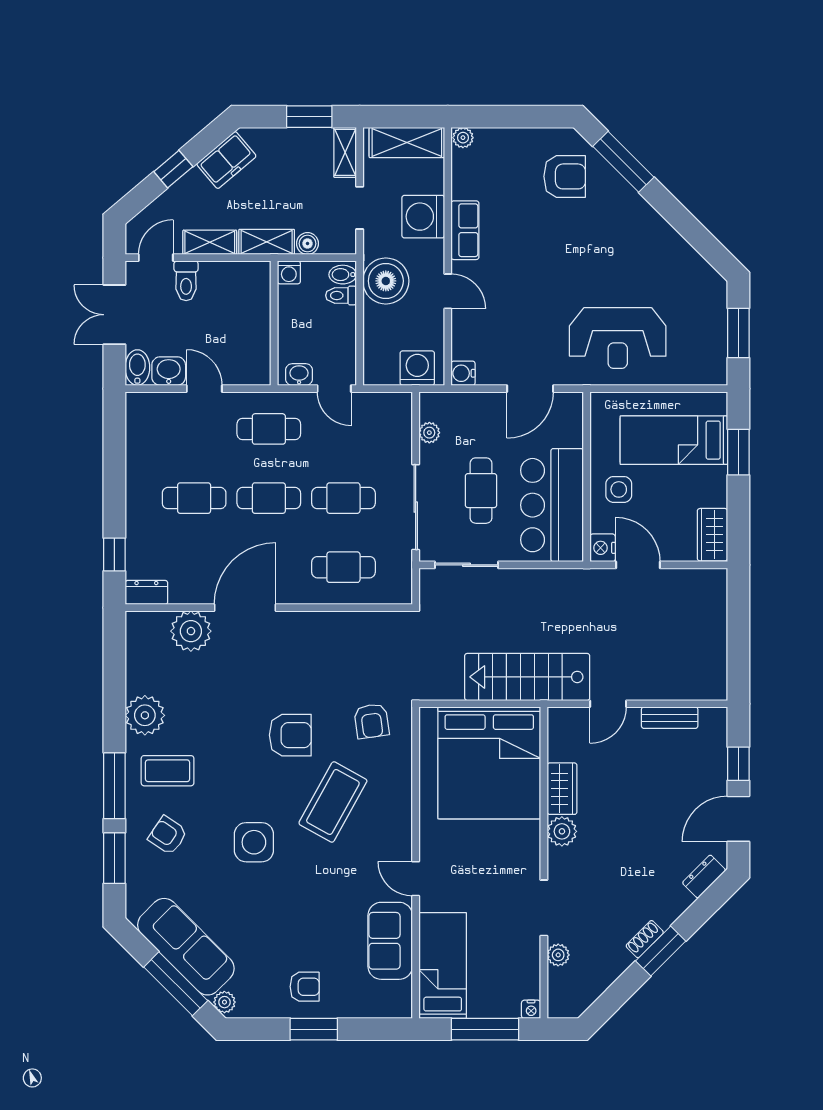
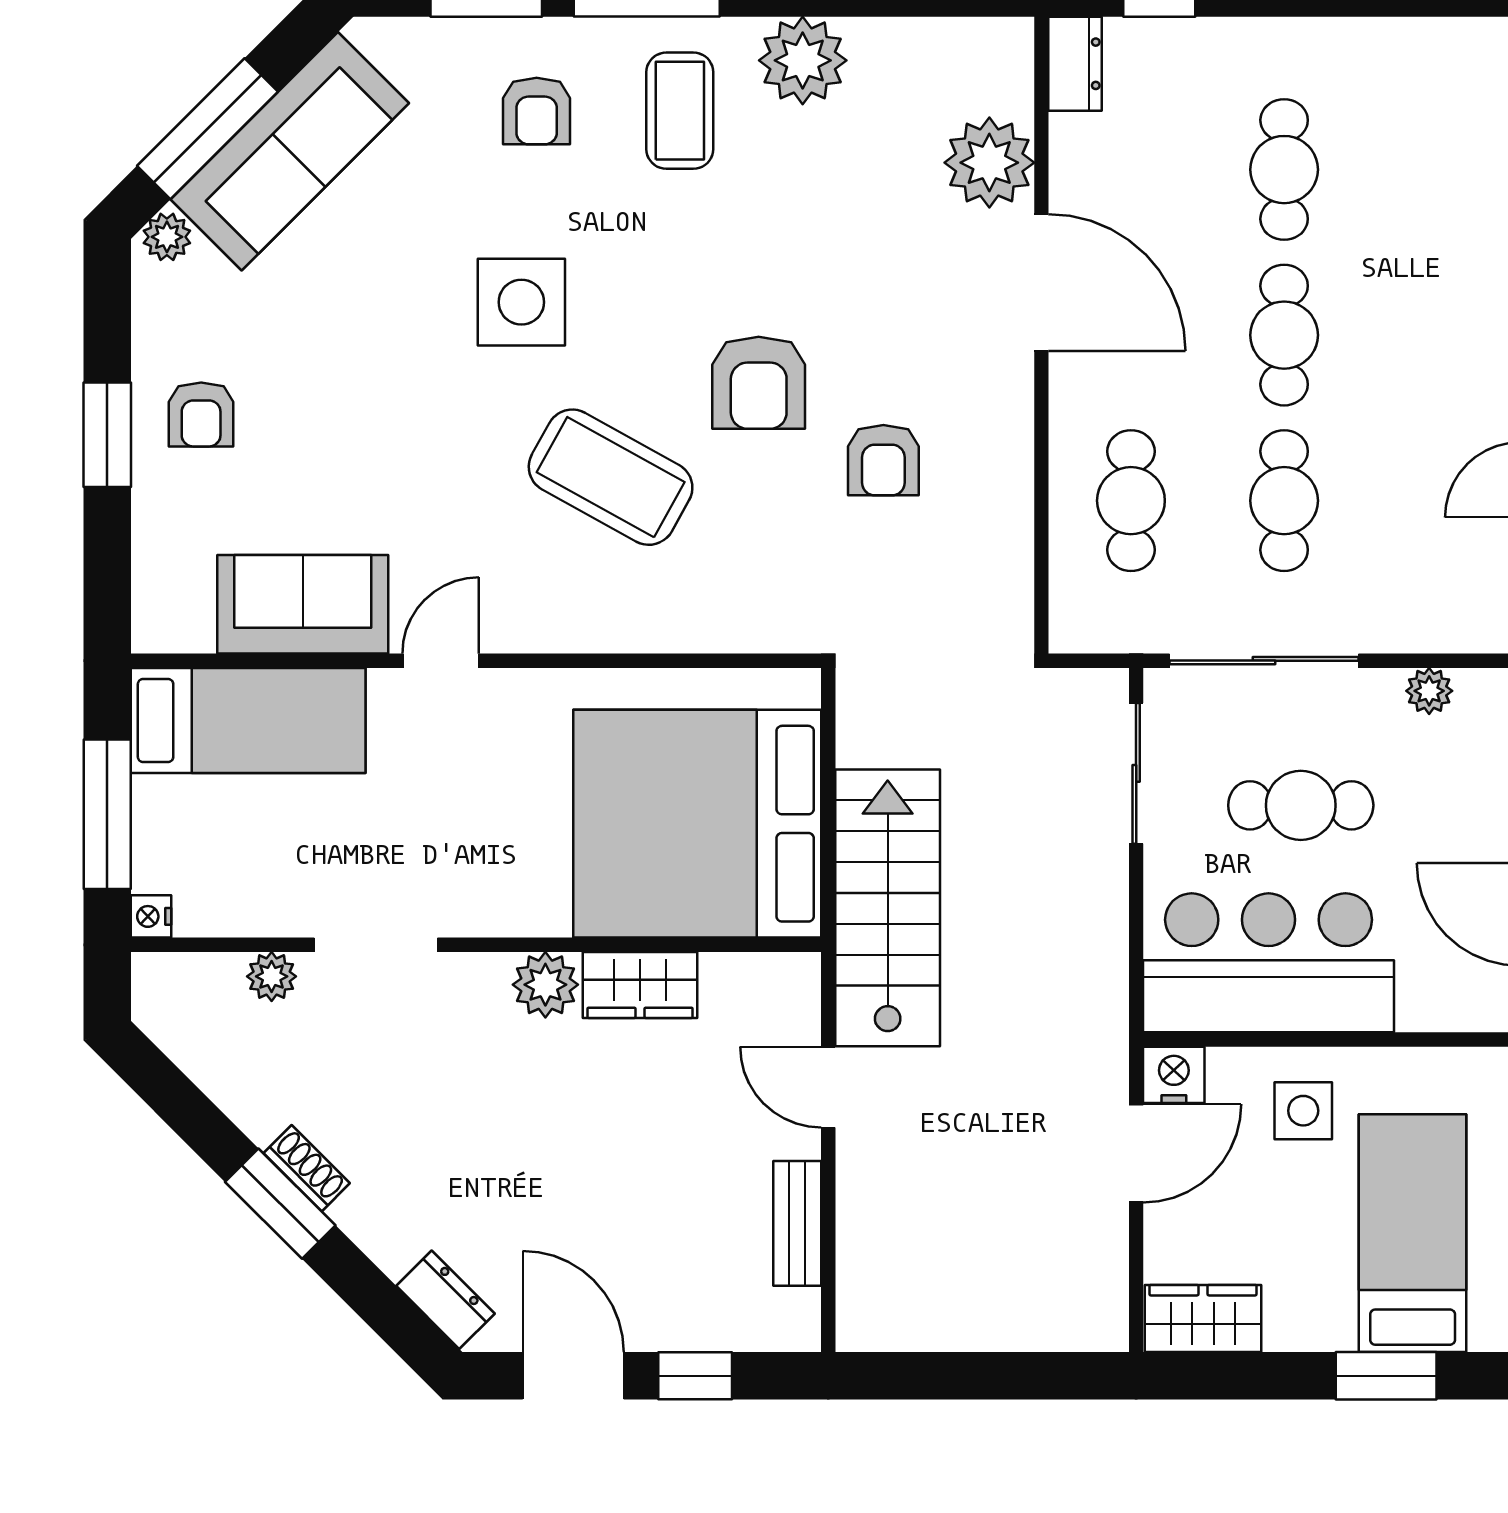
cafe table: (269, 429) -> (1437, 335), removed
armchair: (372, 721) -> (883, 460), moved, turned -82
armchair: (168, 835) -> (537, 111), turned 146

